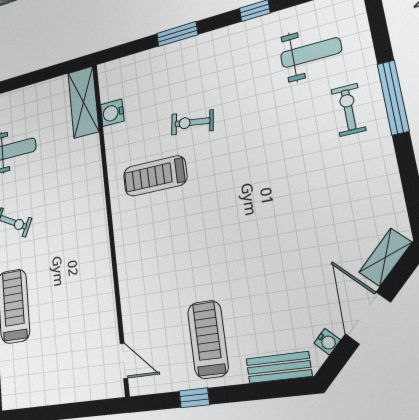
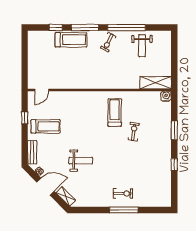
weight bench: (311, 53) -> (81, 161), moved, turned -90
water cooler: (112, 113) -> (166, 96), moved

